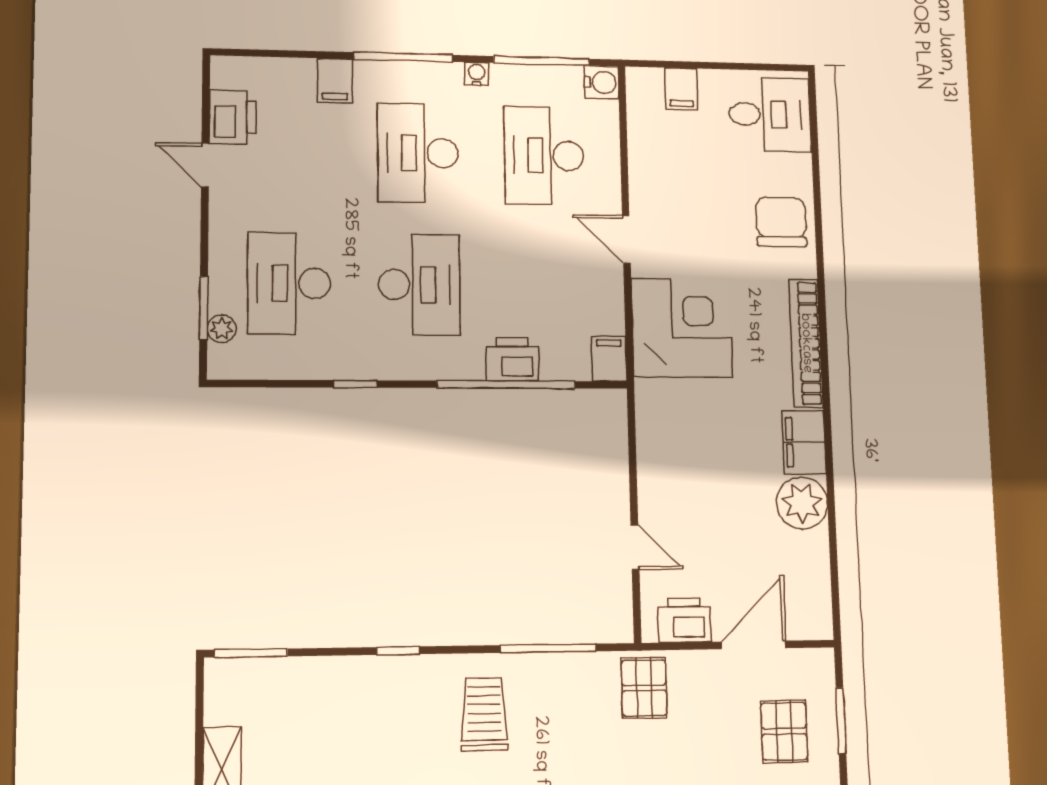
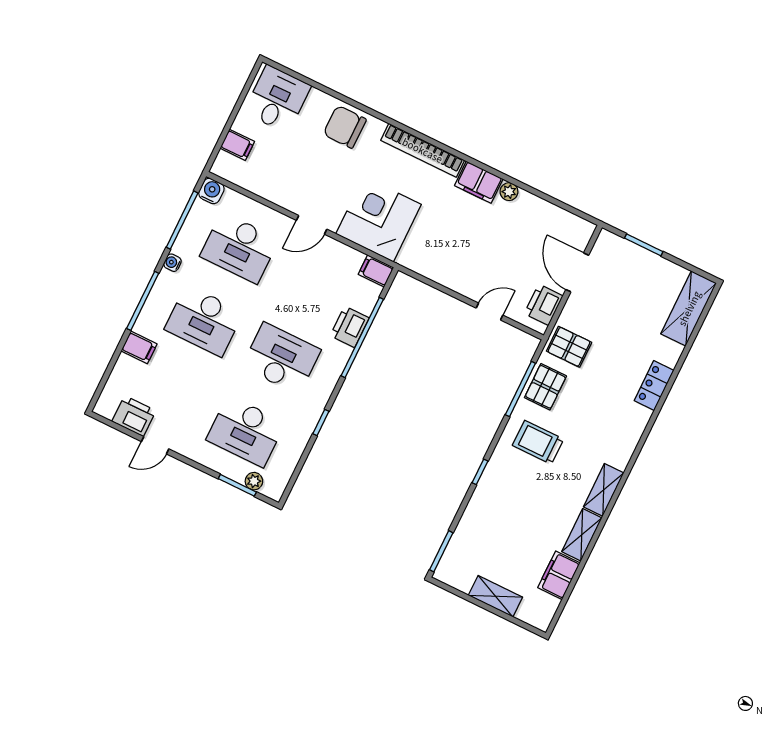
plant: (802, 503) -> (509, 192), width x0.53, depth x0.53
pallet: (784, 731) -> (545, 387), moved, turned 90

